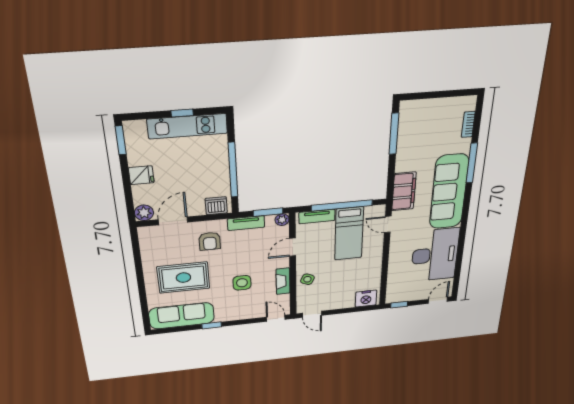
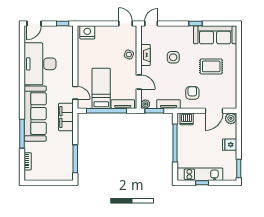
door: (293, 247) -> (139, 82), hinge flipped
rug: (183, 278) -> (211, 66), width x0.73, depth x0.70
door: (276, 318) -> (151, 24), swing flipped

